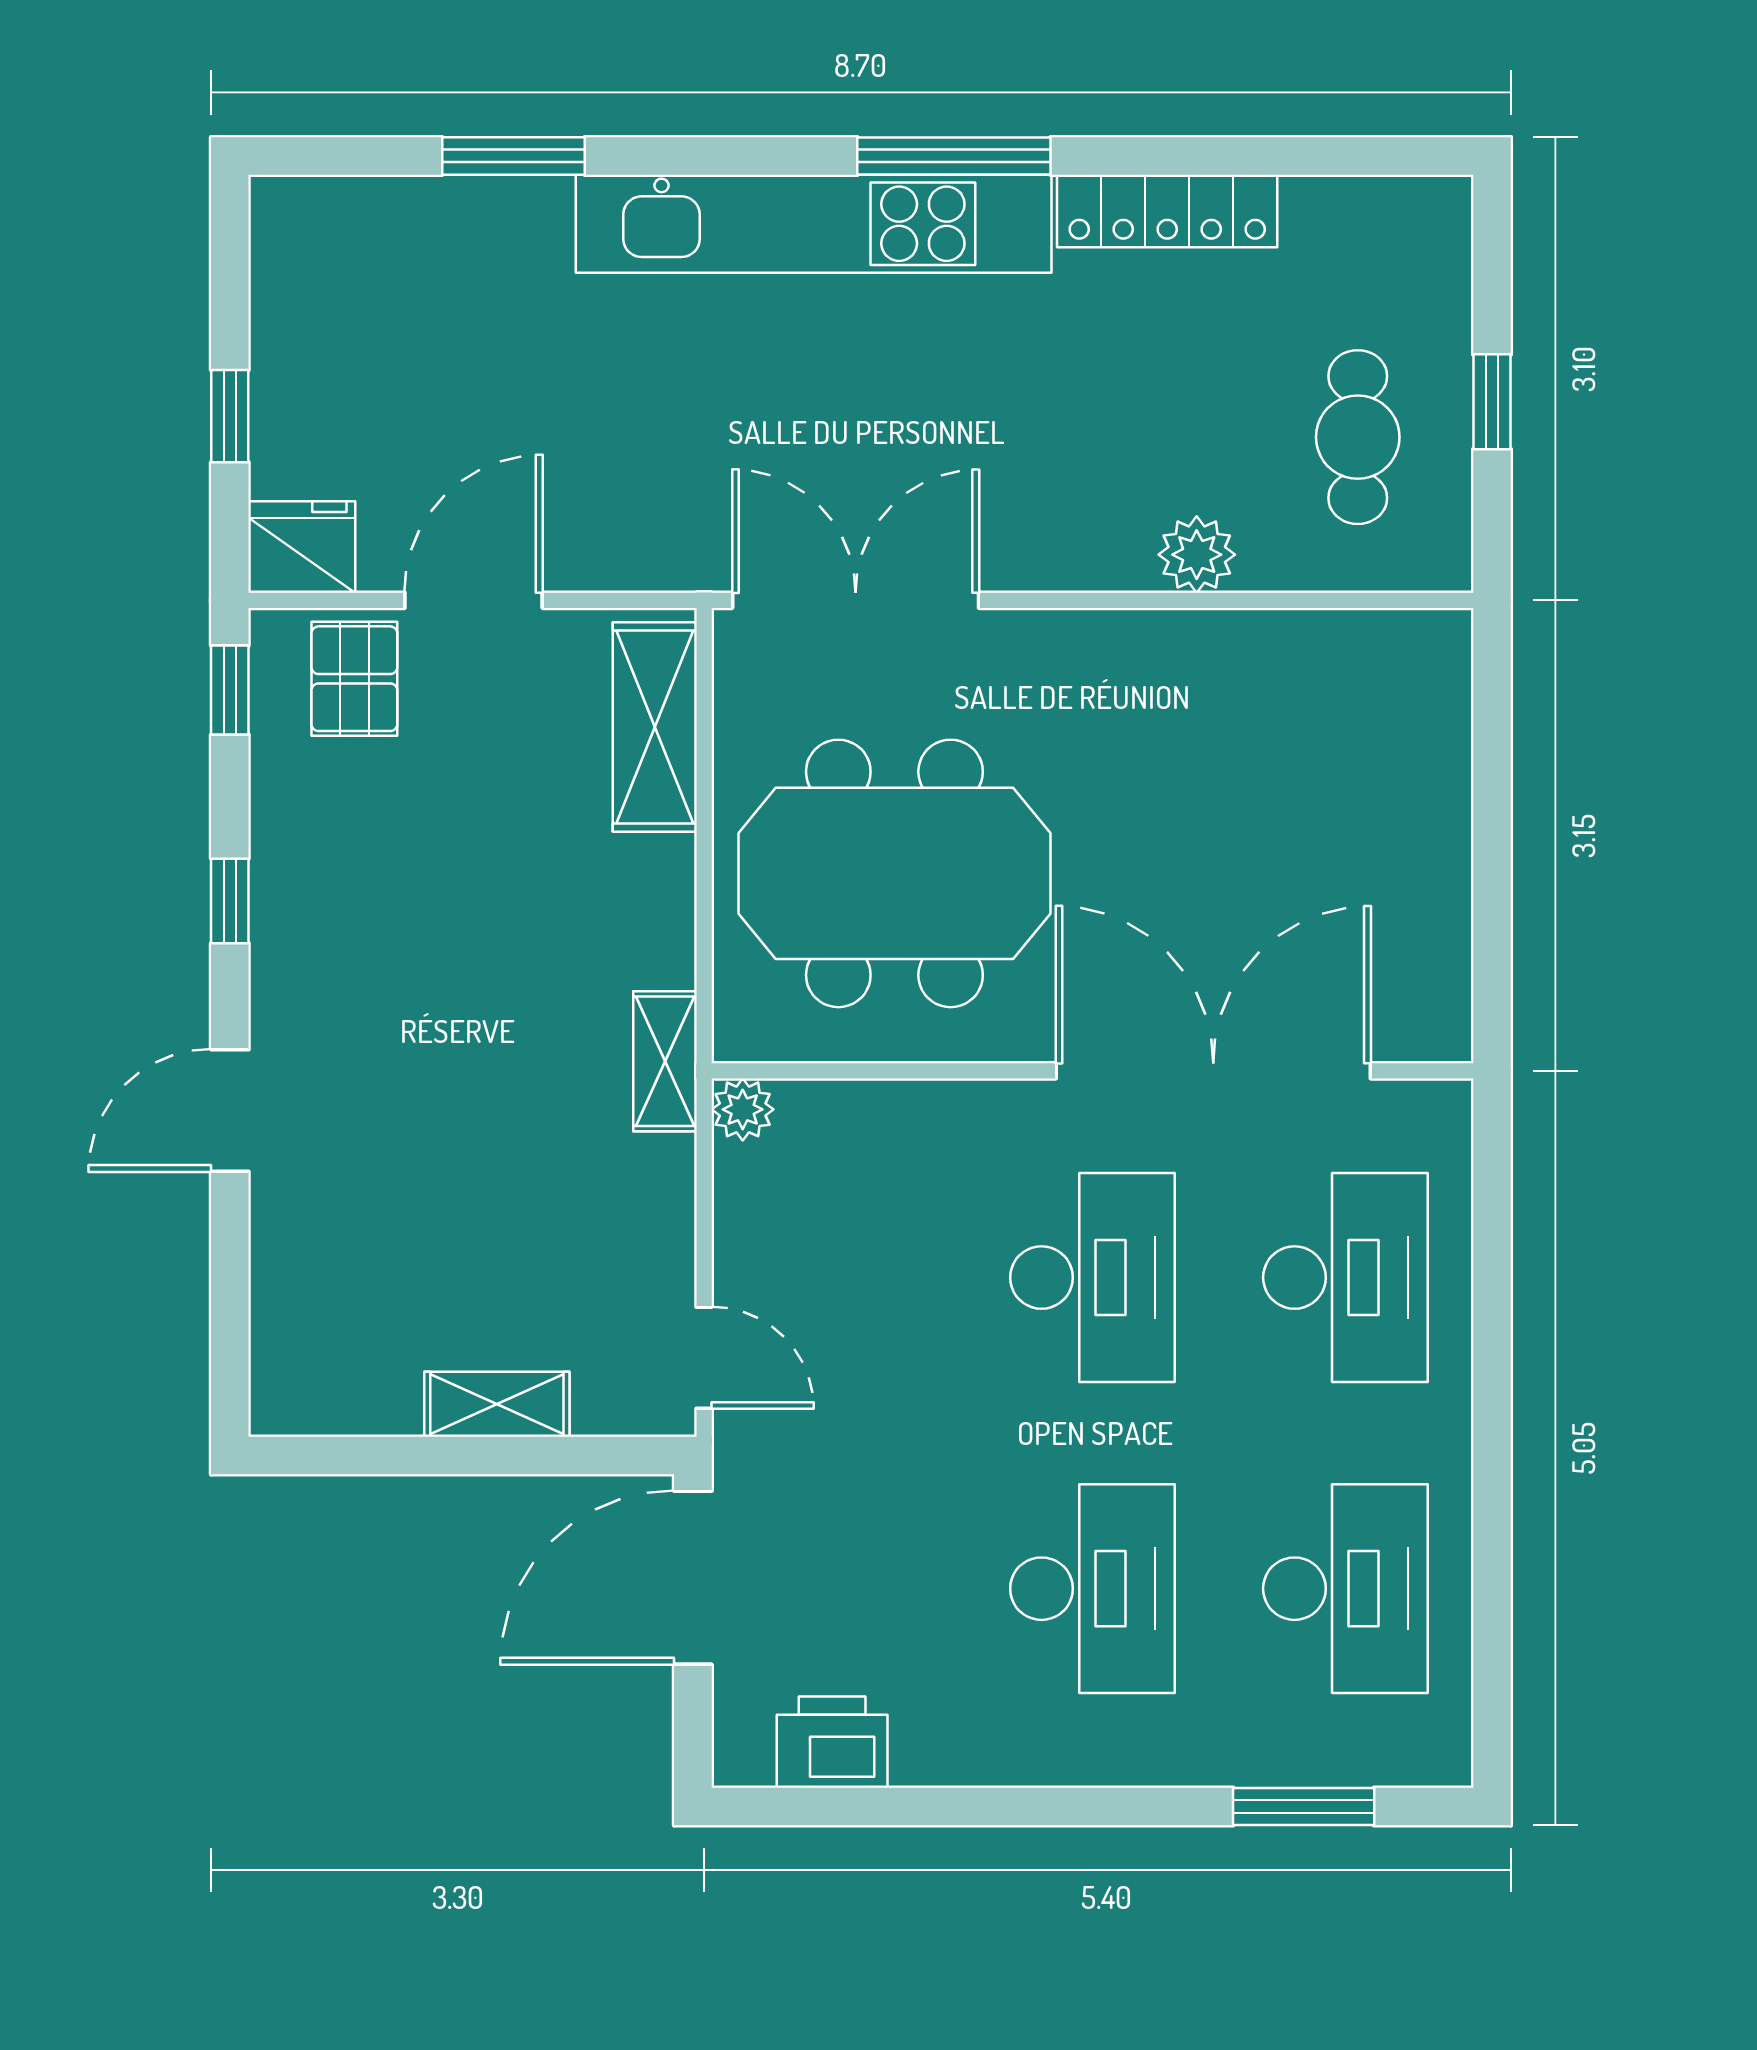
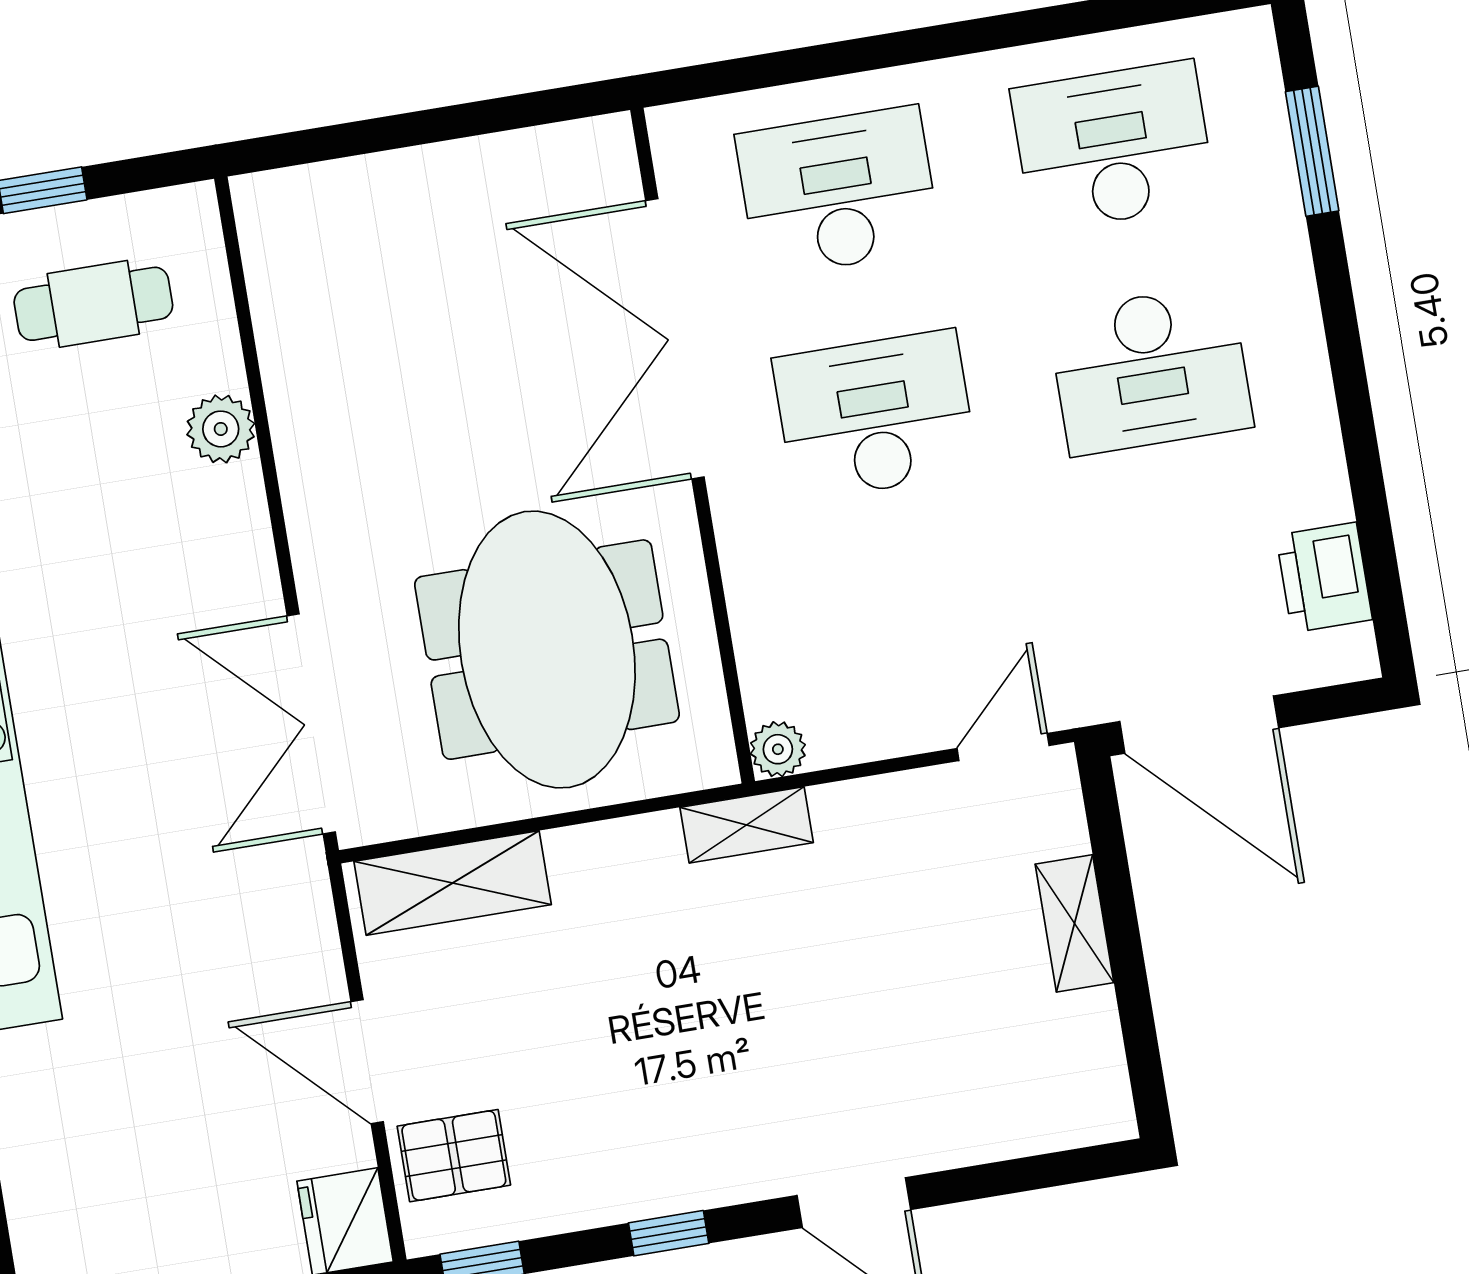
desk: (1092, 1589) -> (1150, 370), turned 180

